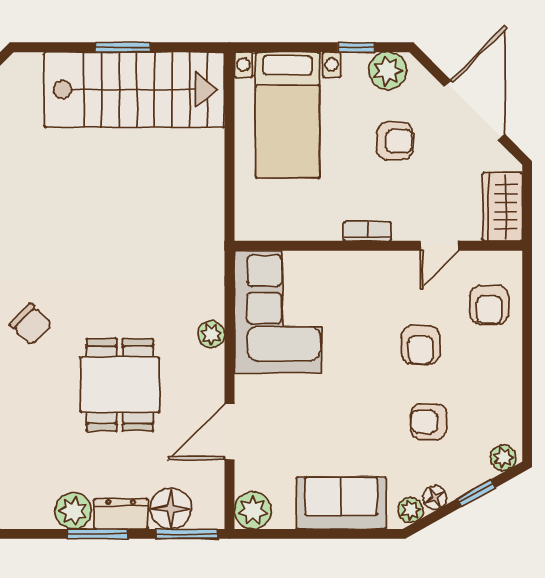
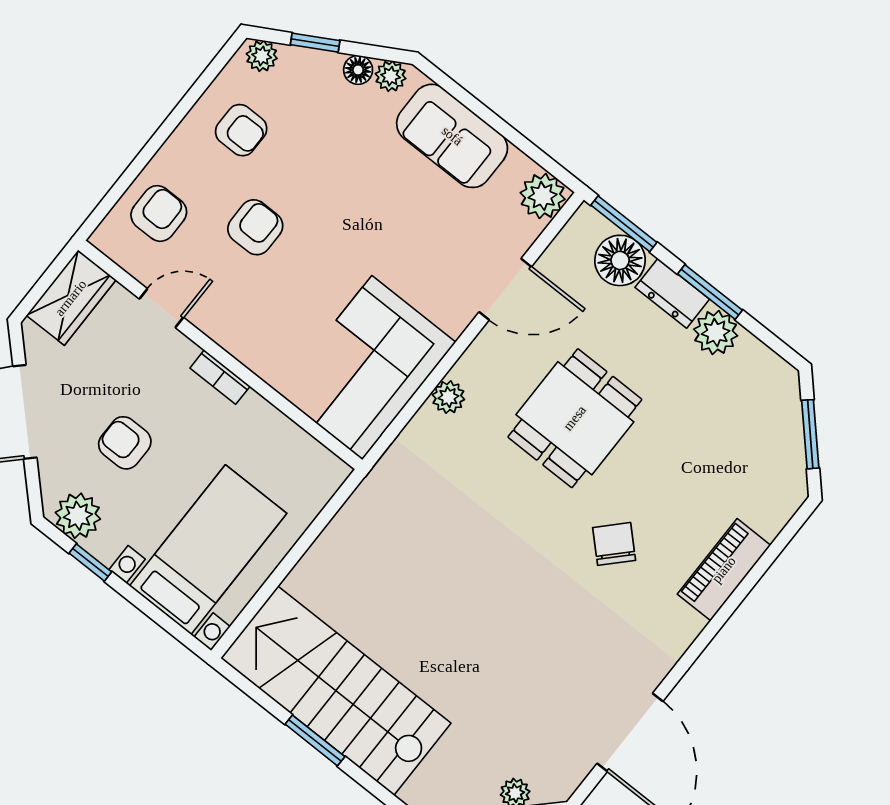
armchair: (429, 422) -> (241, 130), moved

